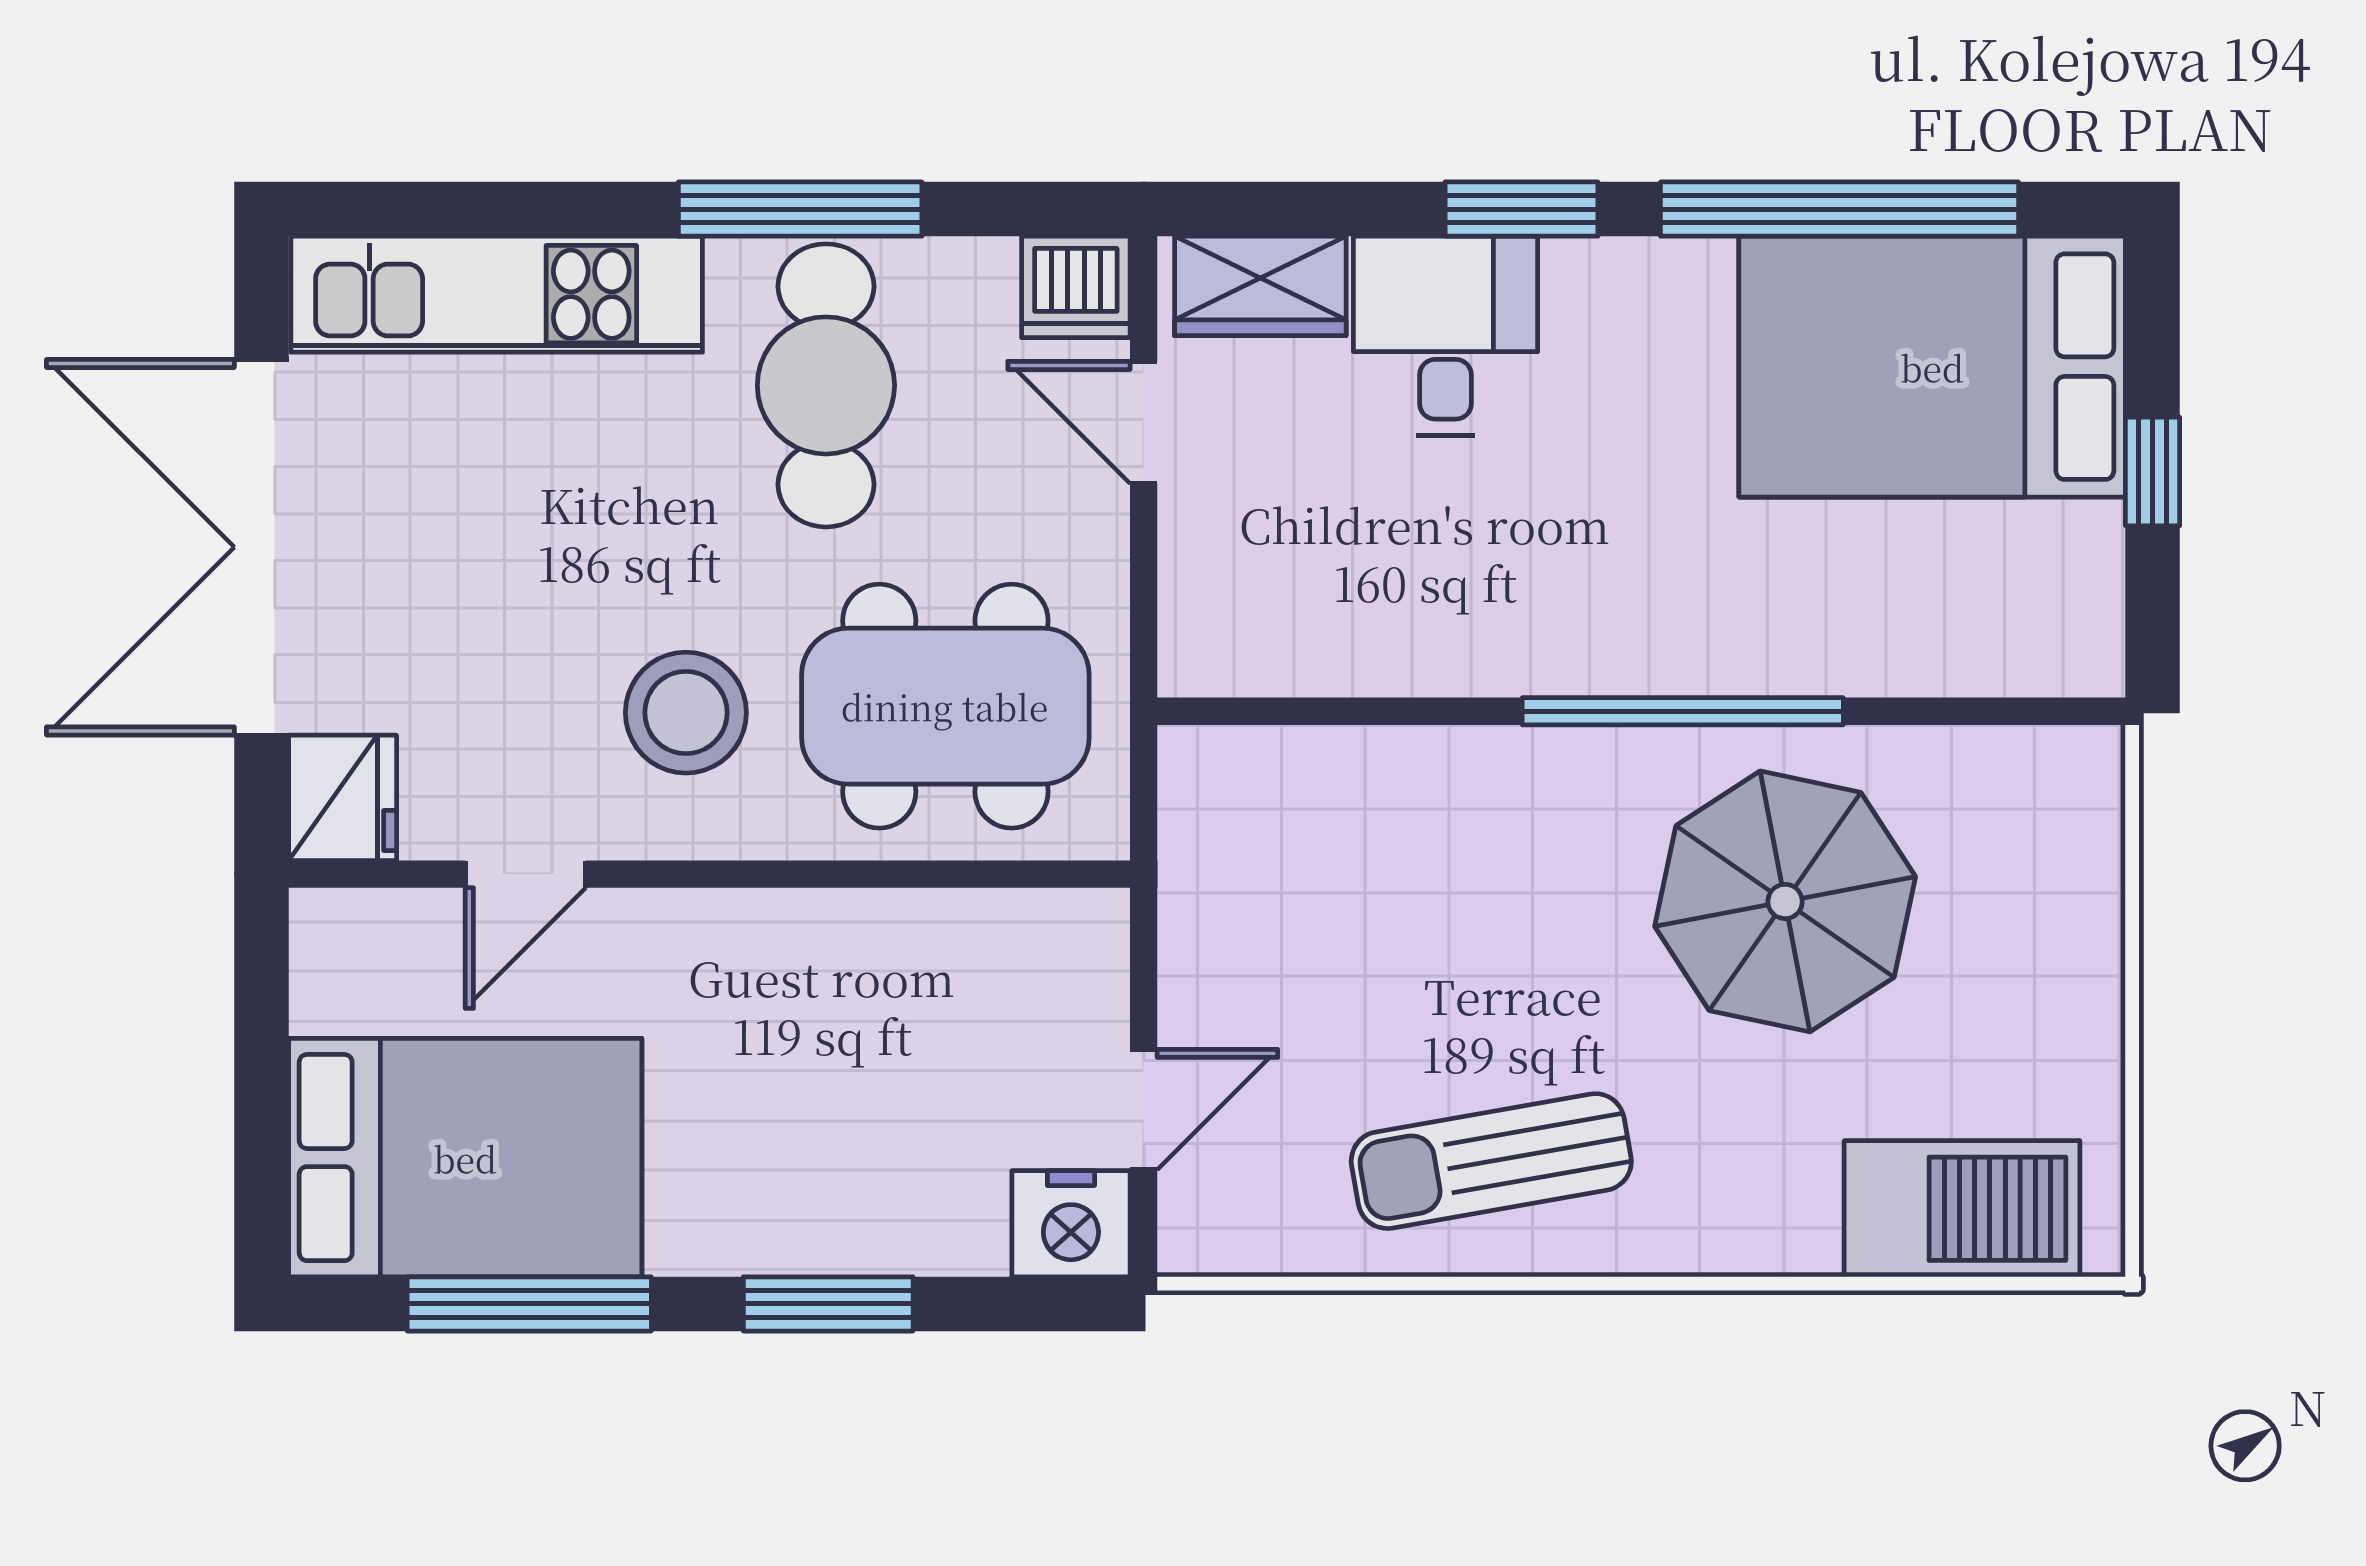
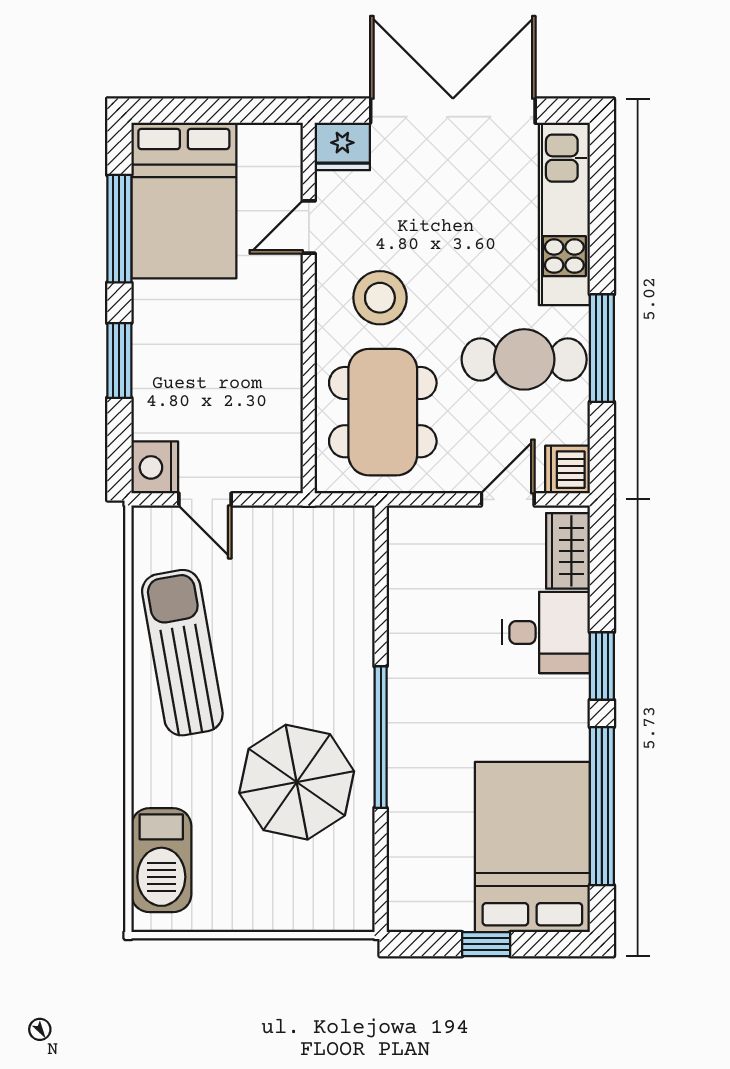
door: (526, 874) -> (309, 227), hinge flipped
sun lounger: (1491, 1161) -> (182, 653), width x1.36, depth x1.34

